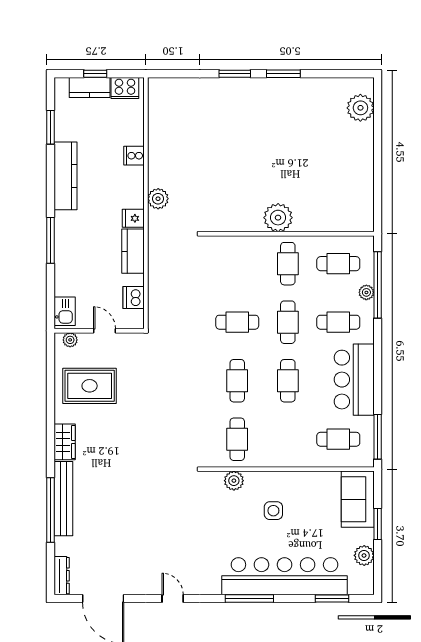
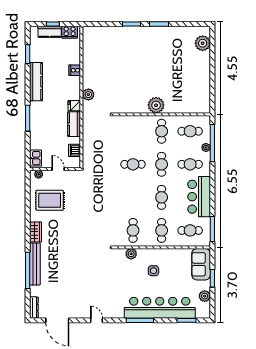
cafe table: (237, 381) -> (162, 230), moved

